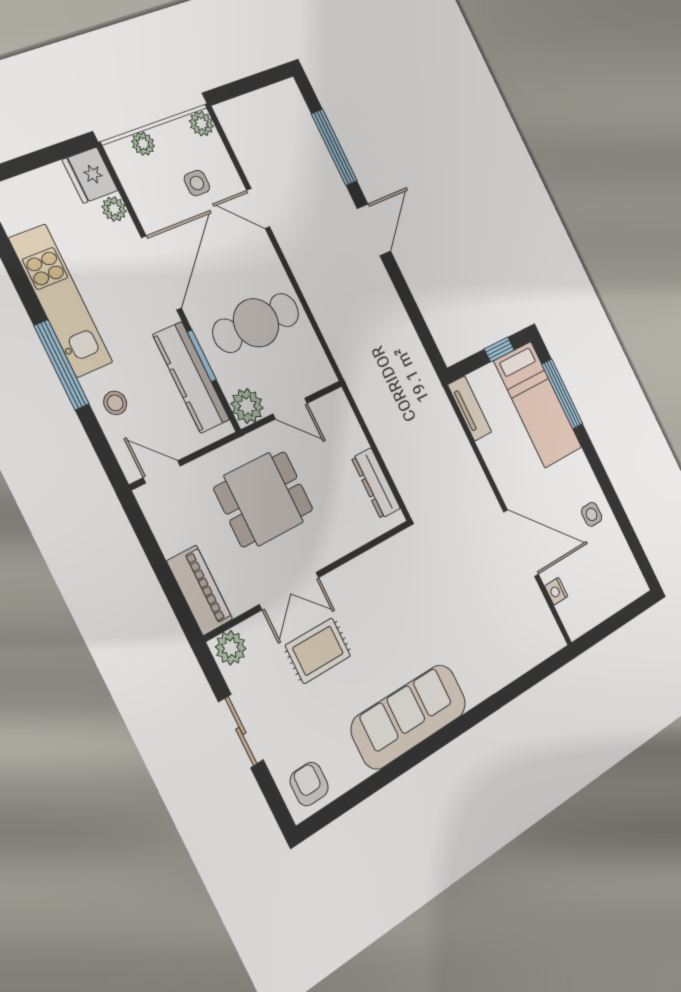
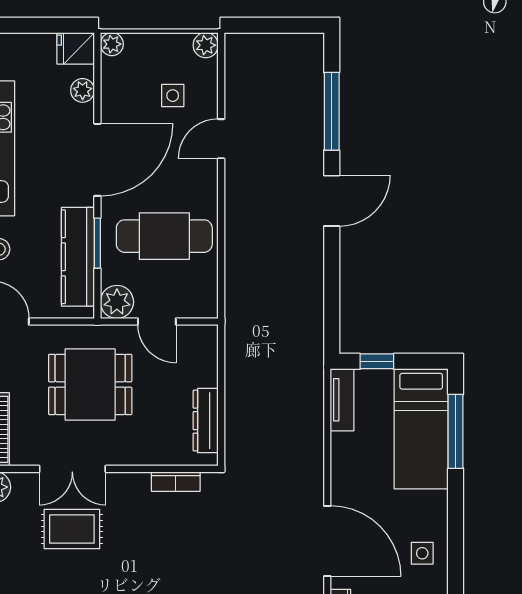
plant: (143, 144) -> (112, 44), moved
fridge: (90, 175) -> (76, 48), width x0.72
door: (258, 209) -> (221, 139), hinge flipped
window: (499, 349) -> (377, 361), moved
bookcase: (380, 555) -> (176, 482), added

